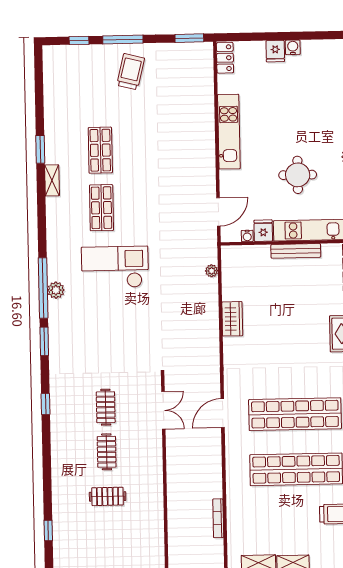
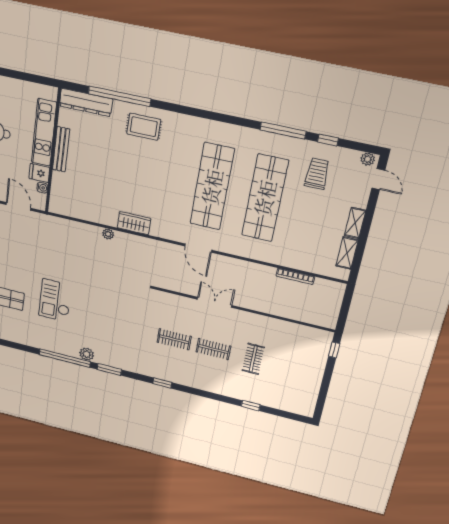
checkout: (115, 267) -> (55, 300), width x0.73, depth x0.83
plant: (212, 271) -> (108, 234), moved
plant: (56, 290) -> (87, 354), moved
wardrobe: (232, 319) -> (134, 223), moved
double door: (163, 410) -> (214, 302), moved
window: (48, 530) -> (251, 406), moved

